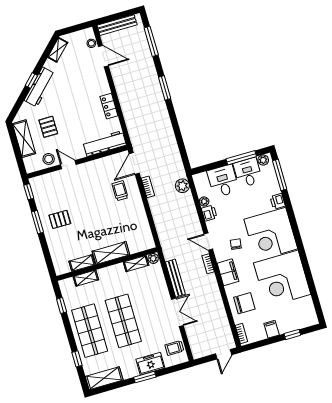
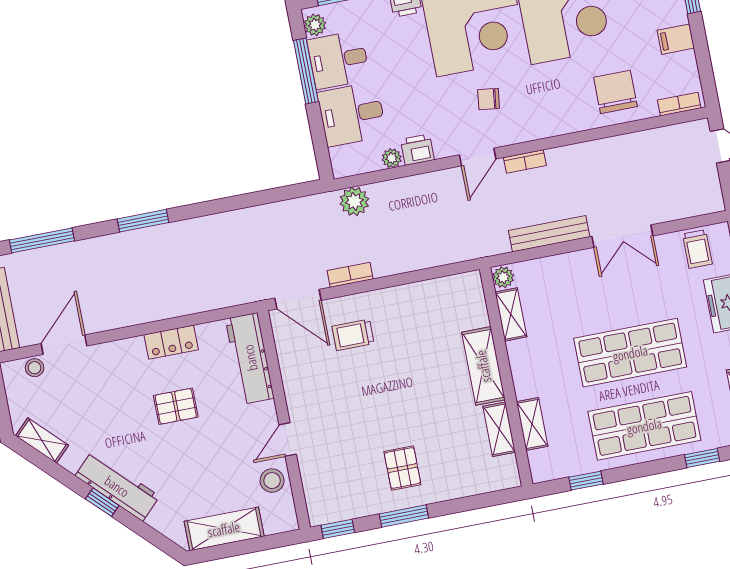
pallet: (48, 127) -> (176, 406), moved
filing cabinet: (228, 272) -> (547, 121), removed
double door: (177, 312) -> (622, 236), swing flipped

